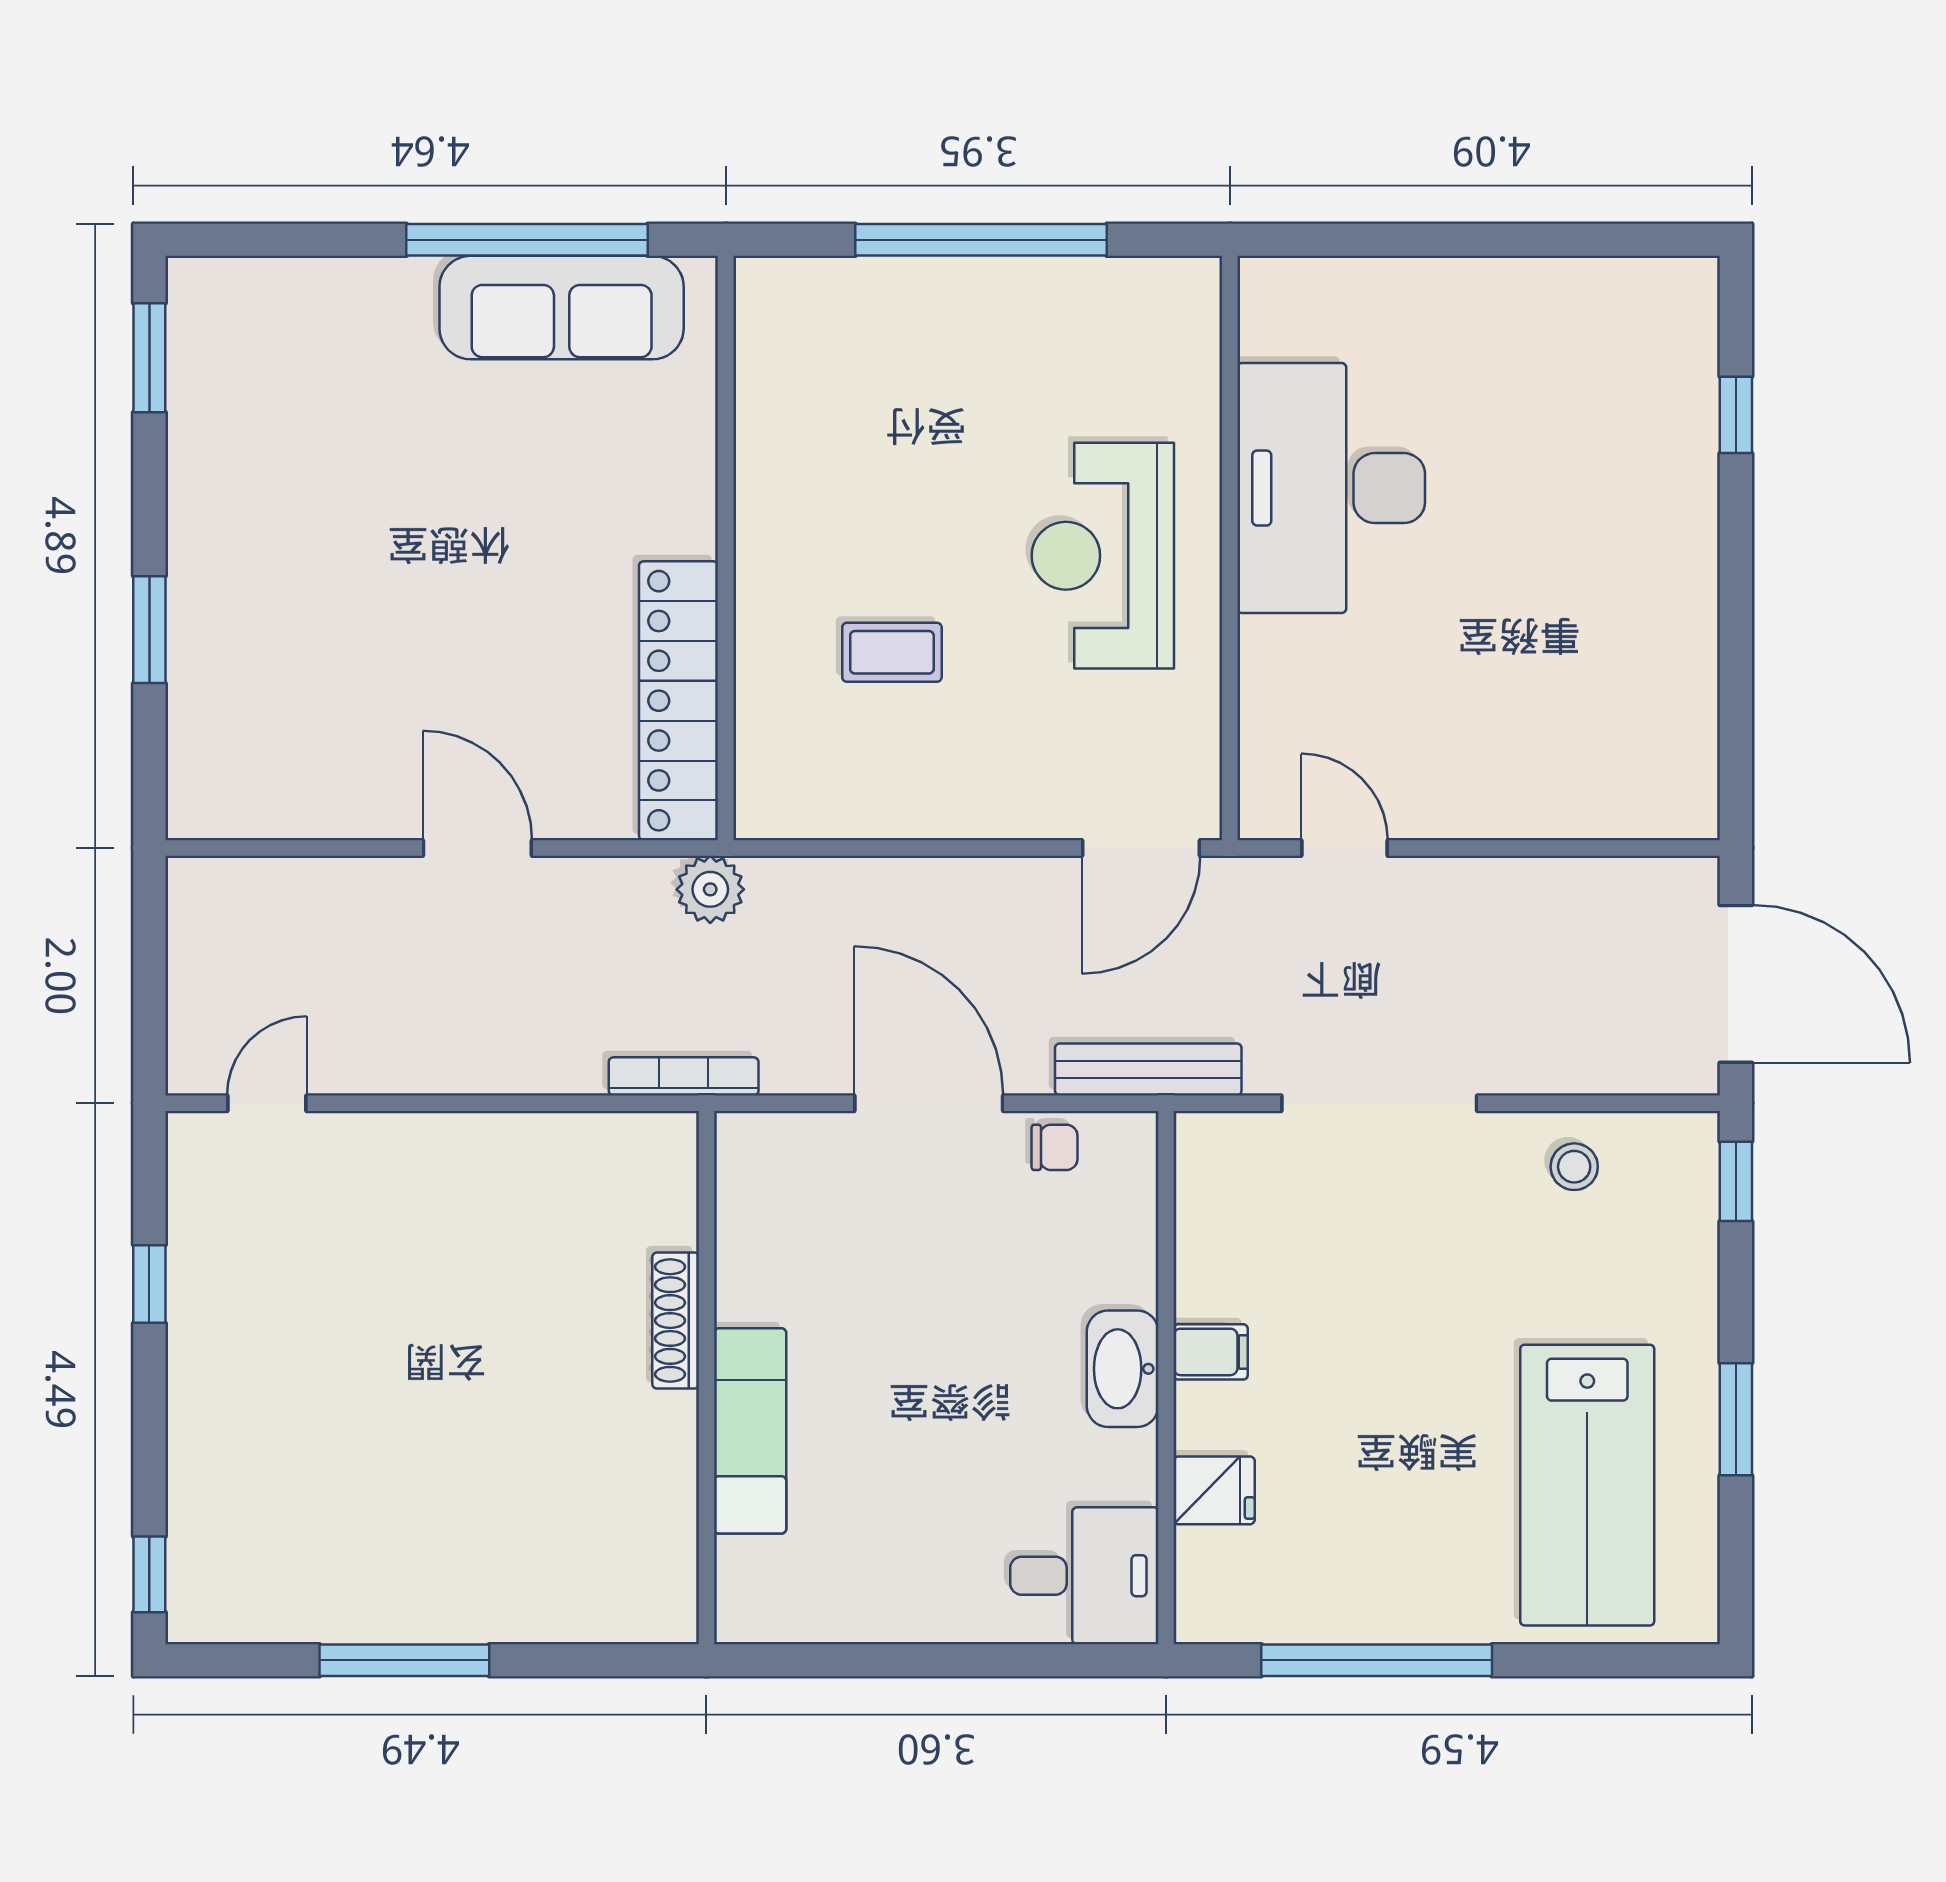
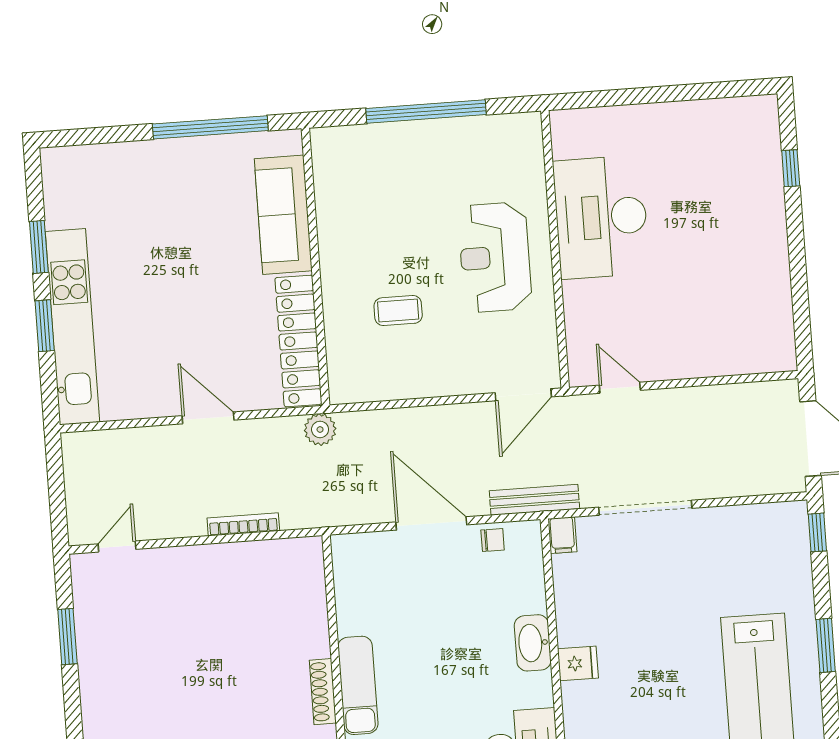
sofa: (562, 308) -> (283, 215), moved, turned 90
window: (149, 358) -> (39, 247), moved
kitchen unit: (207, 636) -> (72, 327), added
bookcase: (684, 1076) -> (243, 524), moved
stool: (1574, 1167) -> (740, 531), removed
window: (149, 1284) -> (67, 637), width x1.50
shoe rack: (676, 1321) -> (323, 692), moved
filing cabinet: (1211, 1352) -> (562, 535), moved, turned 90
fridge: (1214, 1490) -> (578, 663), moved

